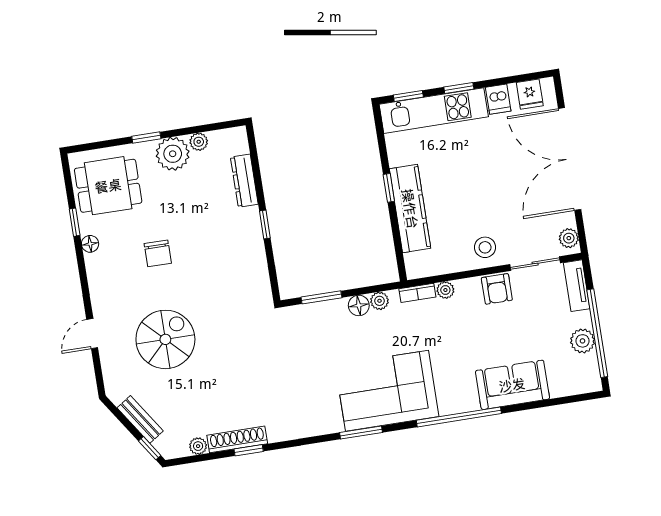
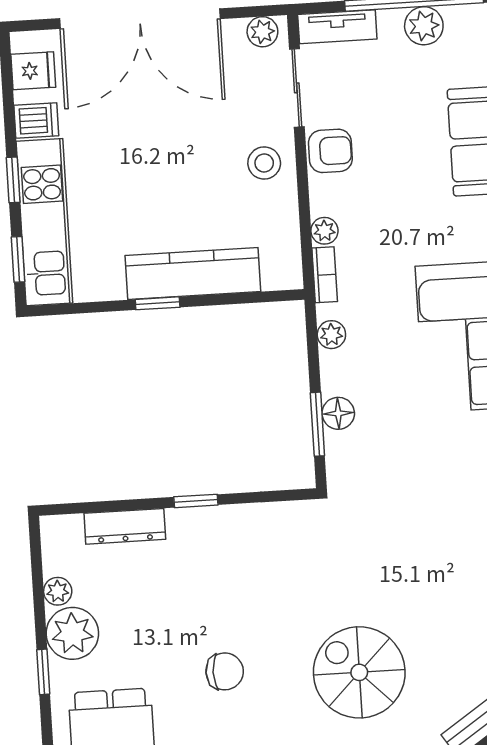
floor lamp: (359, 305) -> (338, 413), moved

